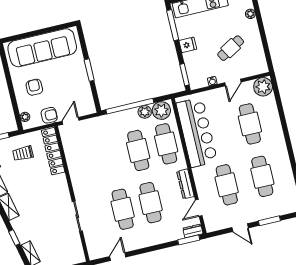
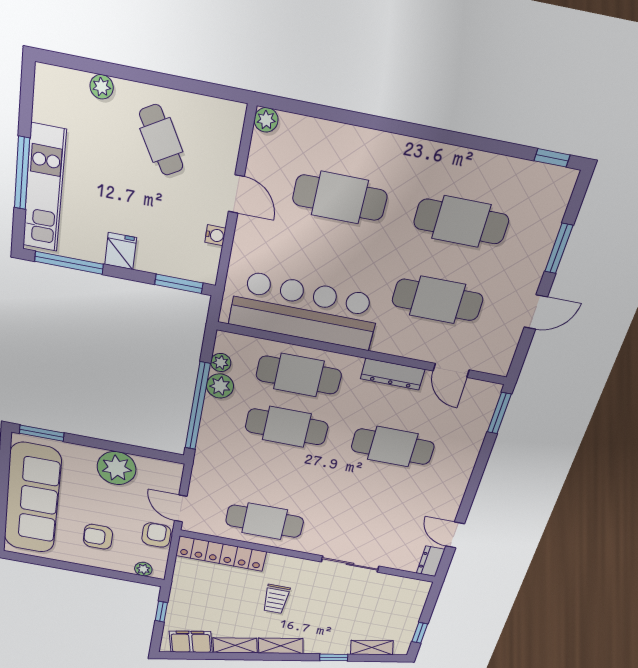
cafe table: (231, 48) -> (161, 140), moved
window: (89, 70) -> (42, 433), moved
plant: (79, 82) -> (117, 468), added
plant: (263, 87) -> (266, 120), width x0.53, depth x0.53
plant: (161, 111) -> (221, 363), width x0.53, depth x0.53
trolley: (23, 153) -> (276, 599), moved
cafe table: (123, 209) -> (265, 521), moved
dresser: (193, 231) -> (431, 561), moved

